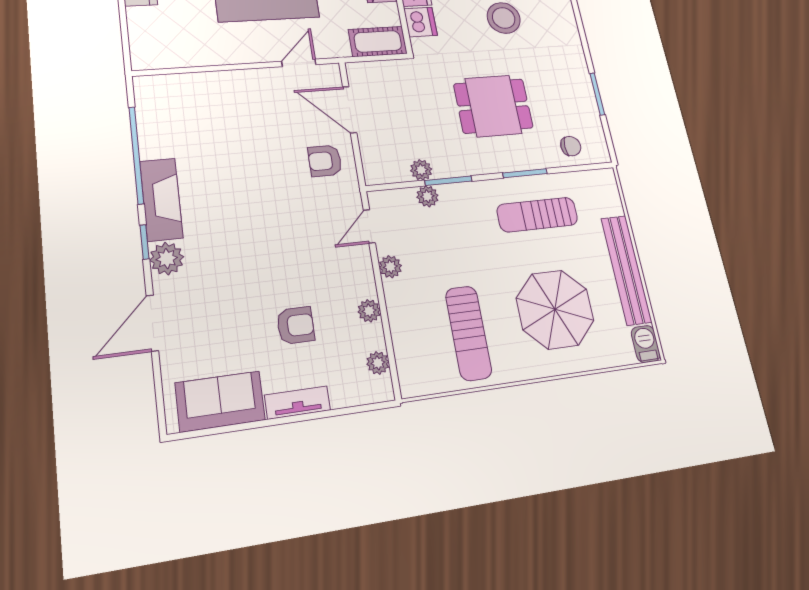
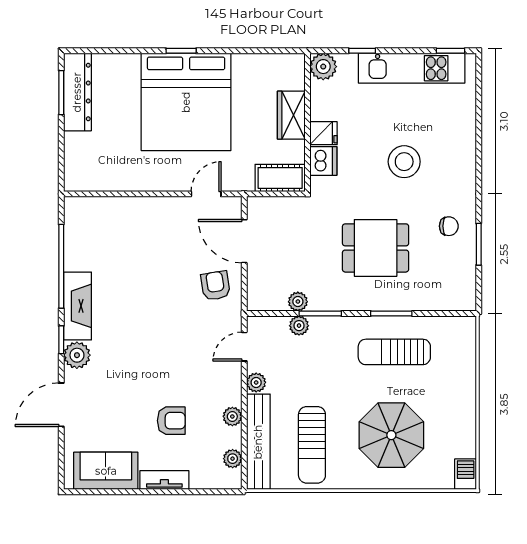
chair: (571, 146) -> (449, 226), moved
armchair: (325, 161) -> (215, 286), turned 81
bench: (626, 270) -> (258, 442), moved

